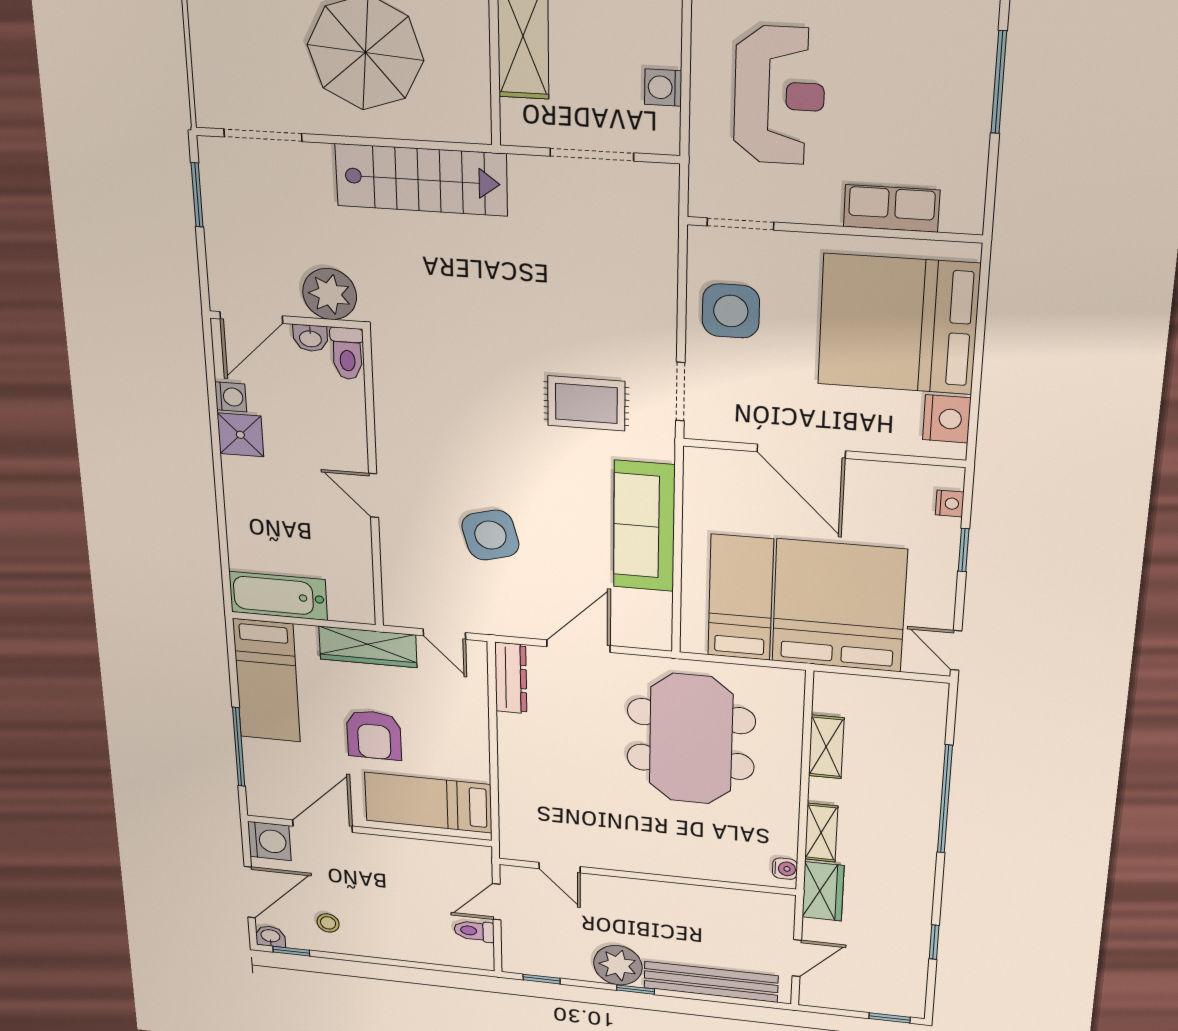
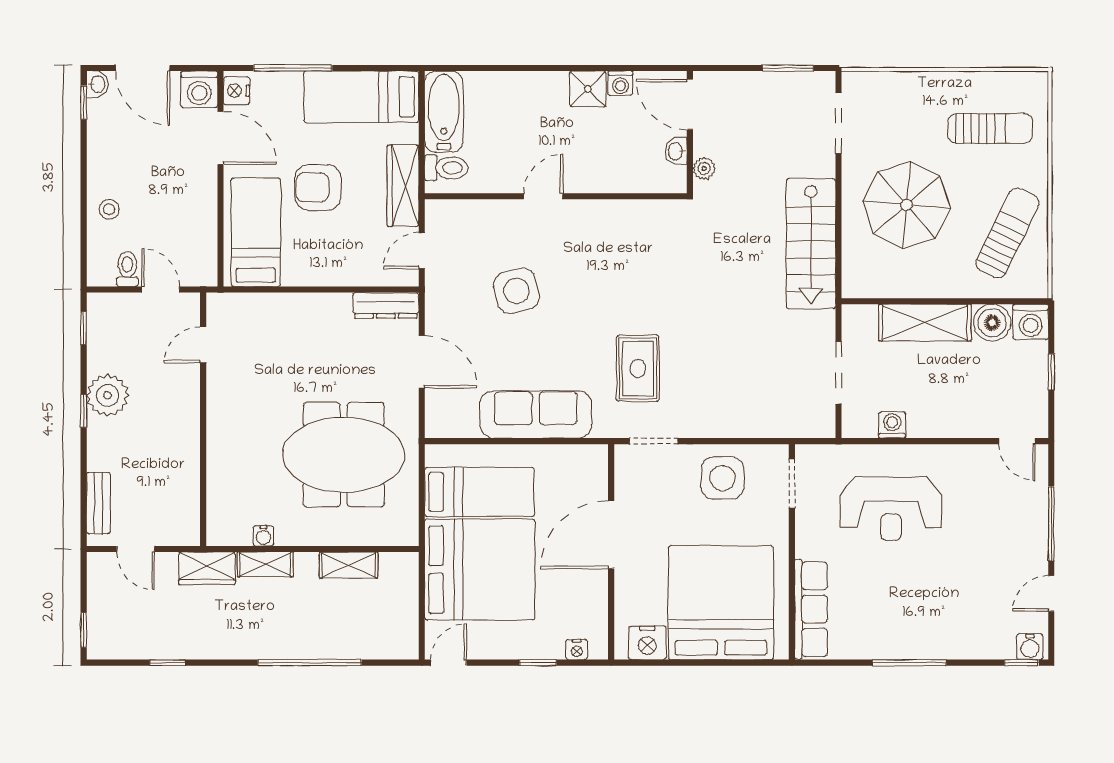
row of seats: (892, 208) -> (811, 609), width x1.48
plant: (330, 294) -> (704, 168), width x0.53, depth x0.53
toilet: (347, 353) -> (446, 168), moved, turned 180
nightstand: (268, 805) -> (236, 91), added
water cooler: (785, 869) -> (263, 536), moved
stool: (328, 923) -> (109, 209), moved
bench: (711, 982) -> (98, 503), width x0.54, depth x0.82

